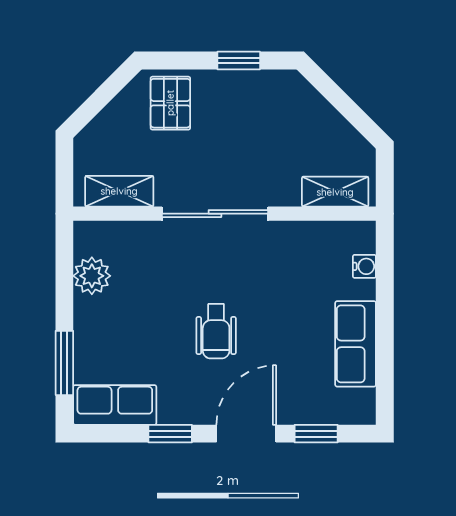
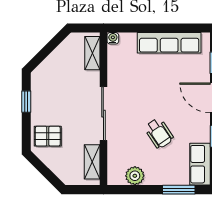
water cooler: (364, 266) -> (113, 38), moved
wheelchair: (216, 331) -> (159, 133), moved, turned 56
row of seats: (356, 344) -> (169, 43), width x1.48

